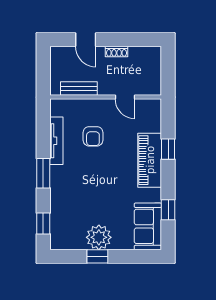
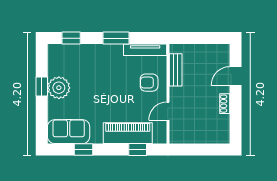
bench: (79, 89) -> (176, 70), moved
wall: (106, 97) -> (168, 94), moved
door: (125, 97) -> (168, 111), moved

